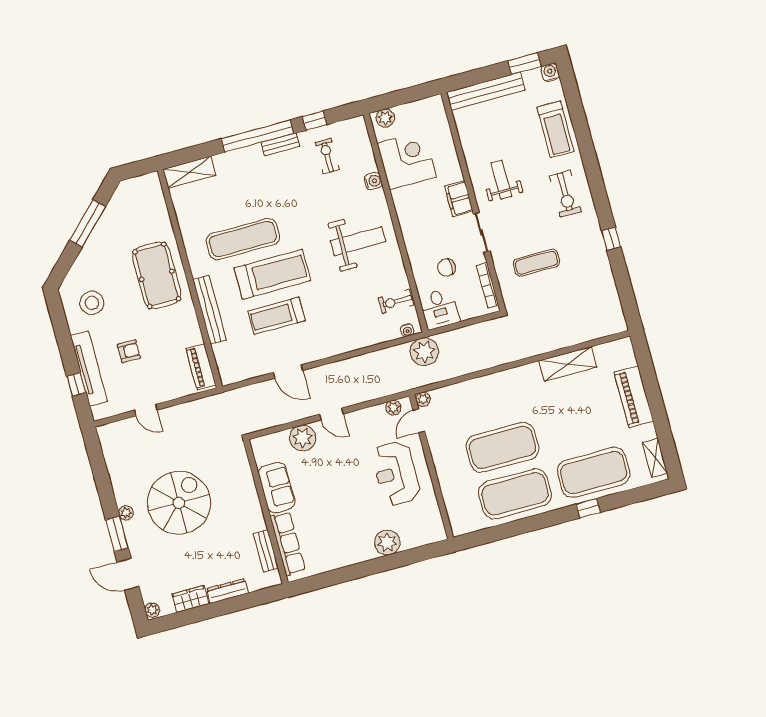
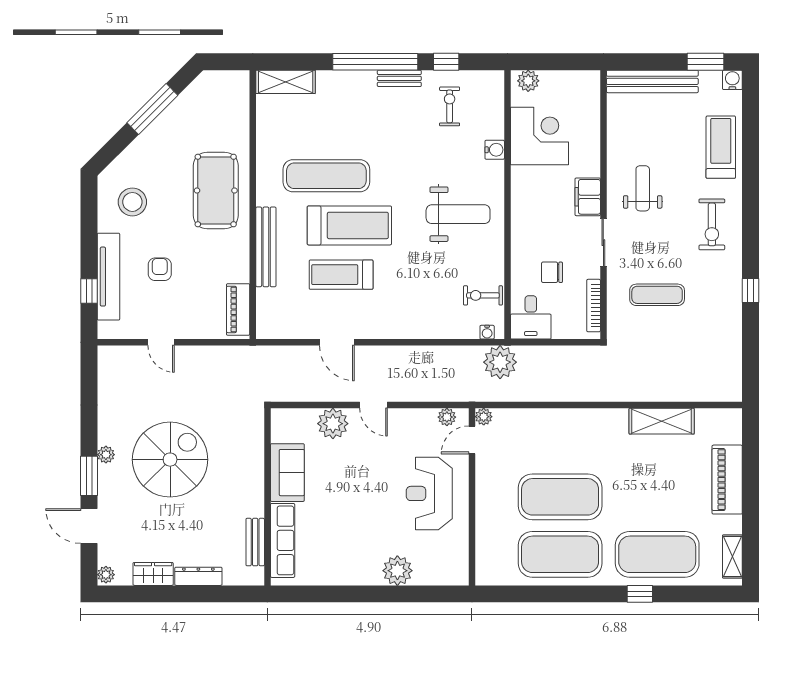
treadmill: (556, 129) -> (721, 147), turned 180
armchair: (129, 351) -> (160, 269), turned -90

